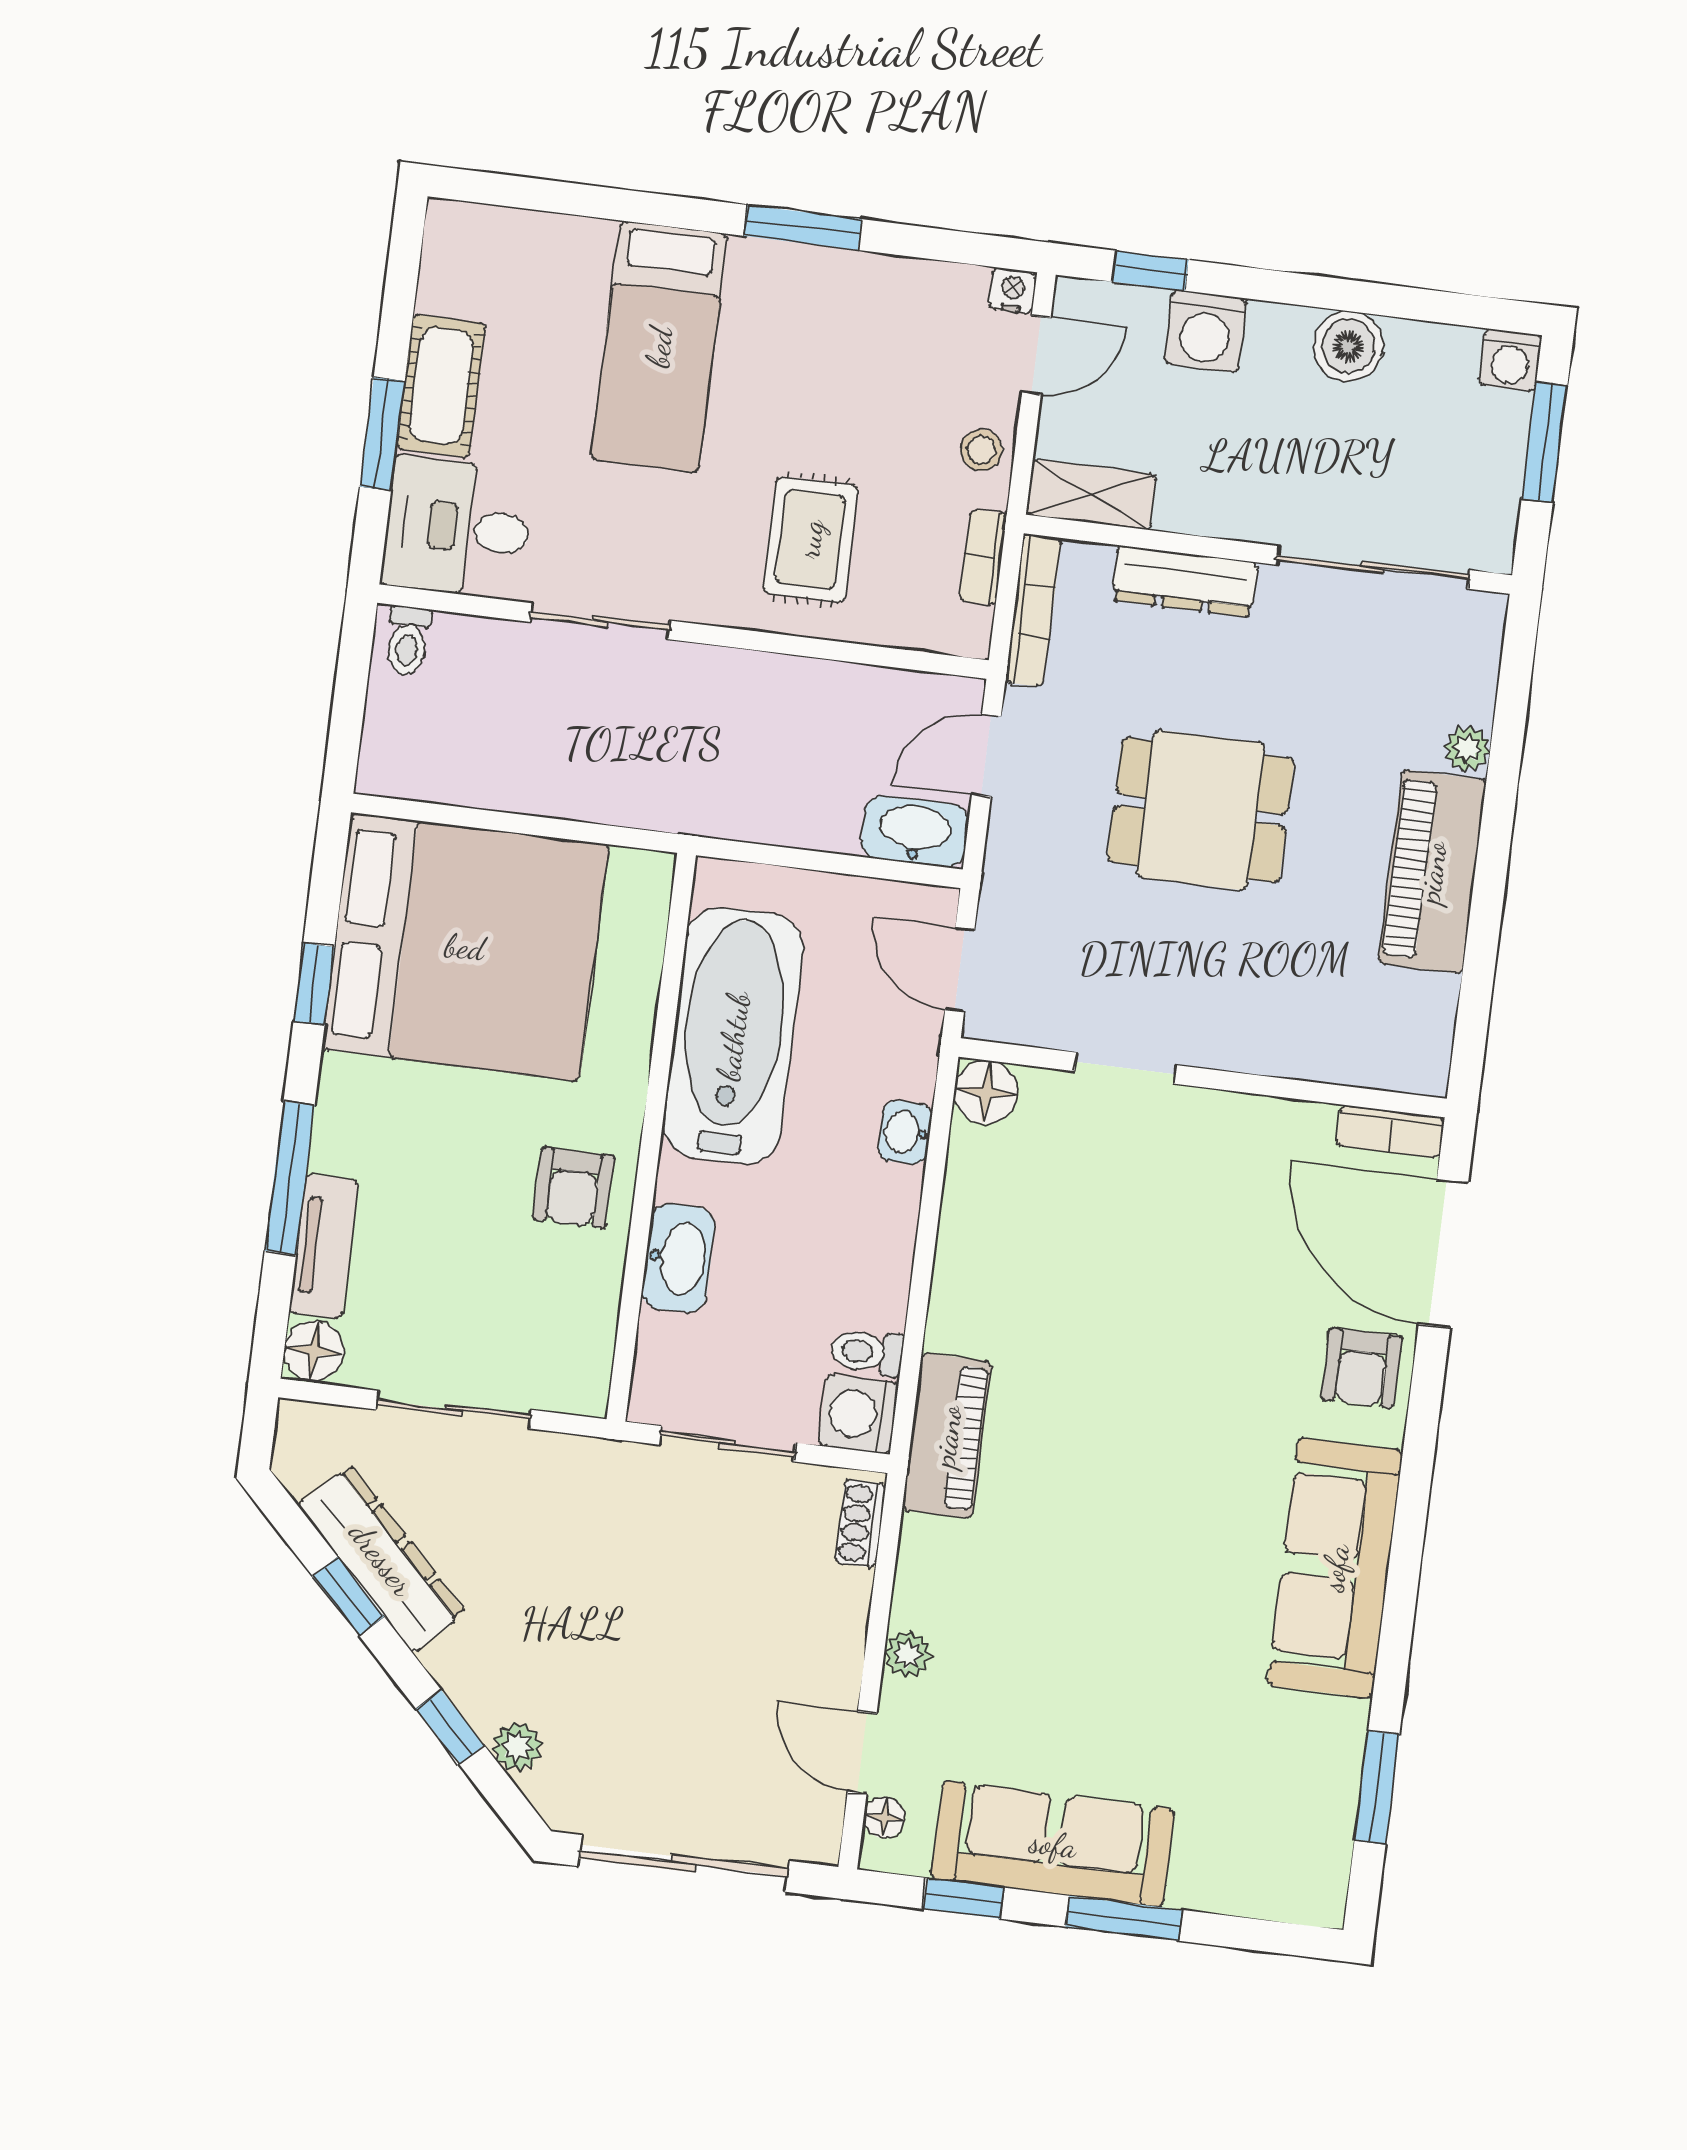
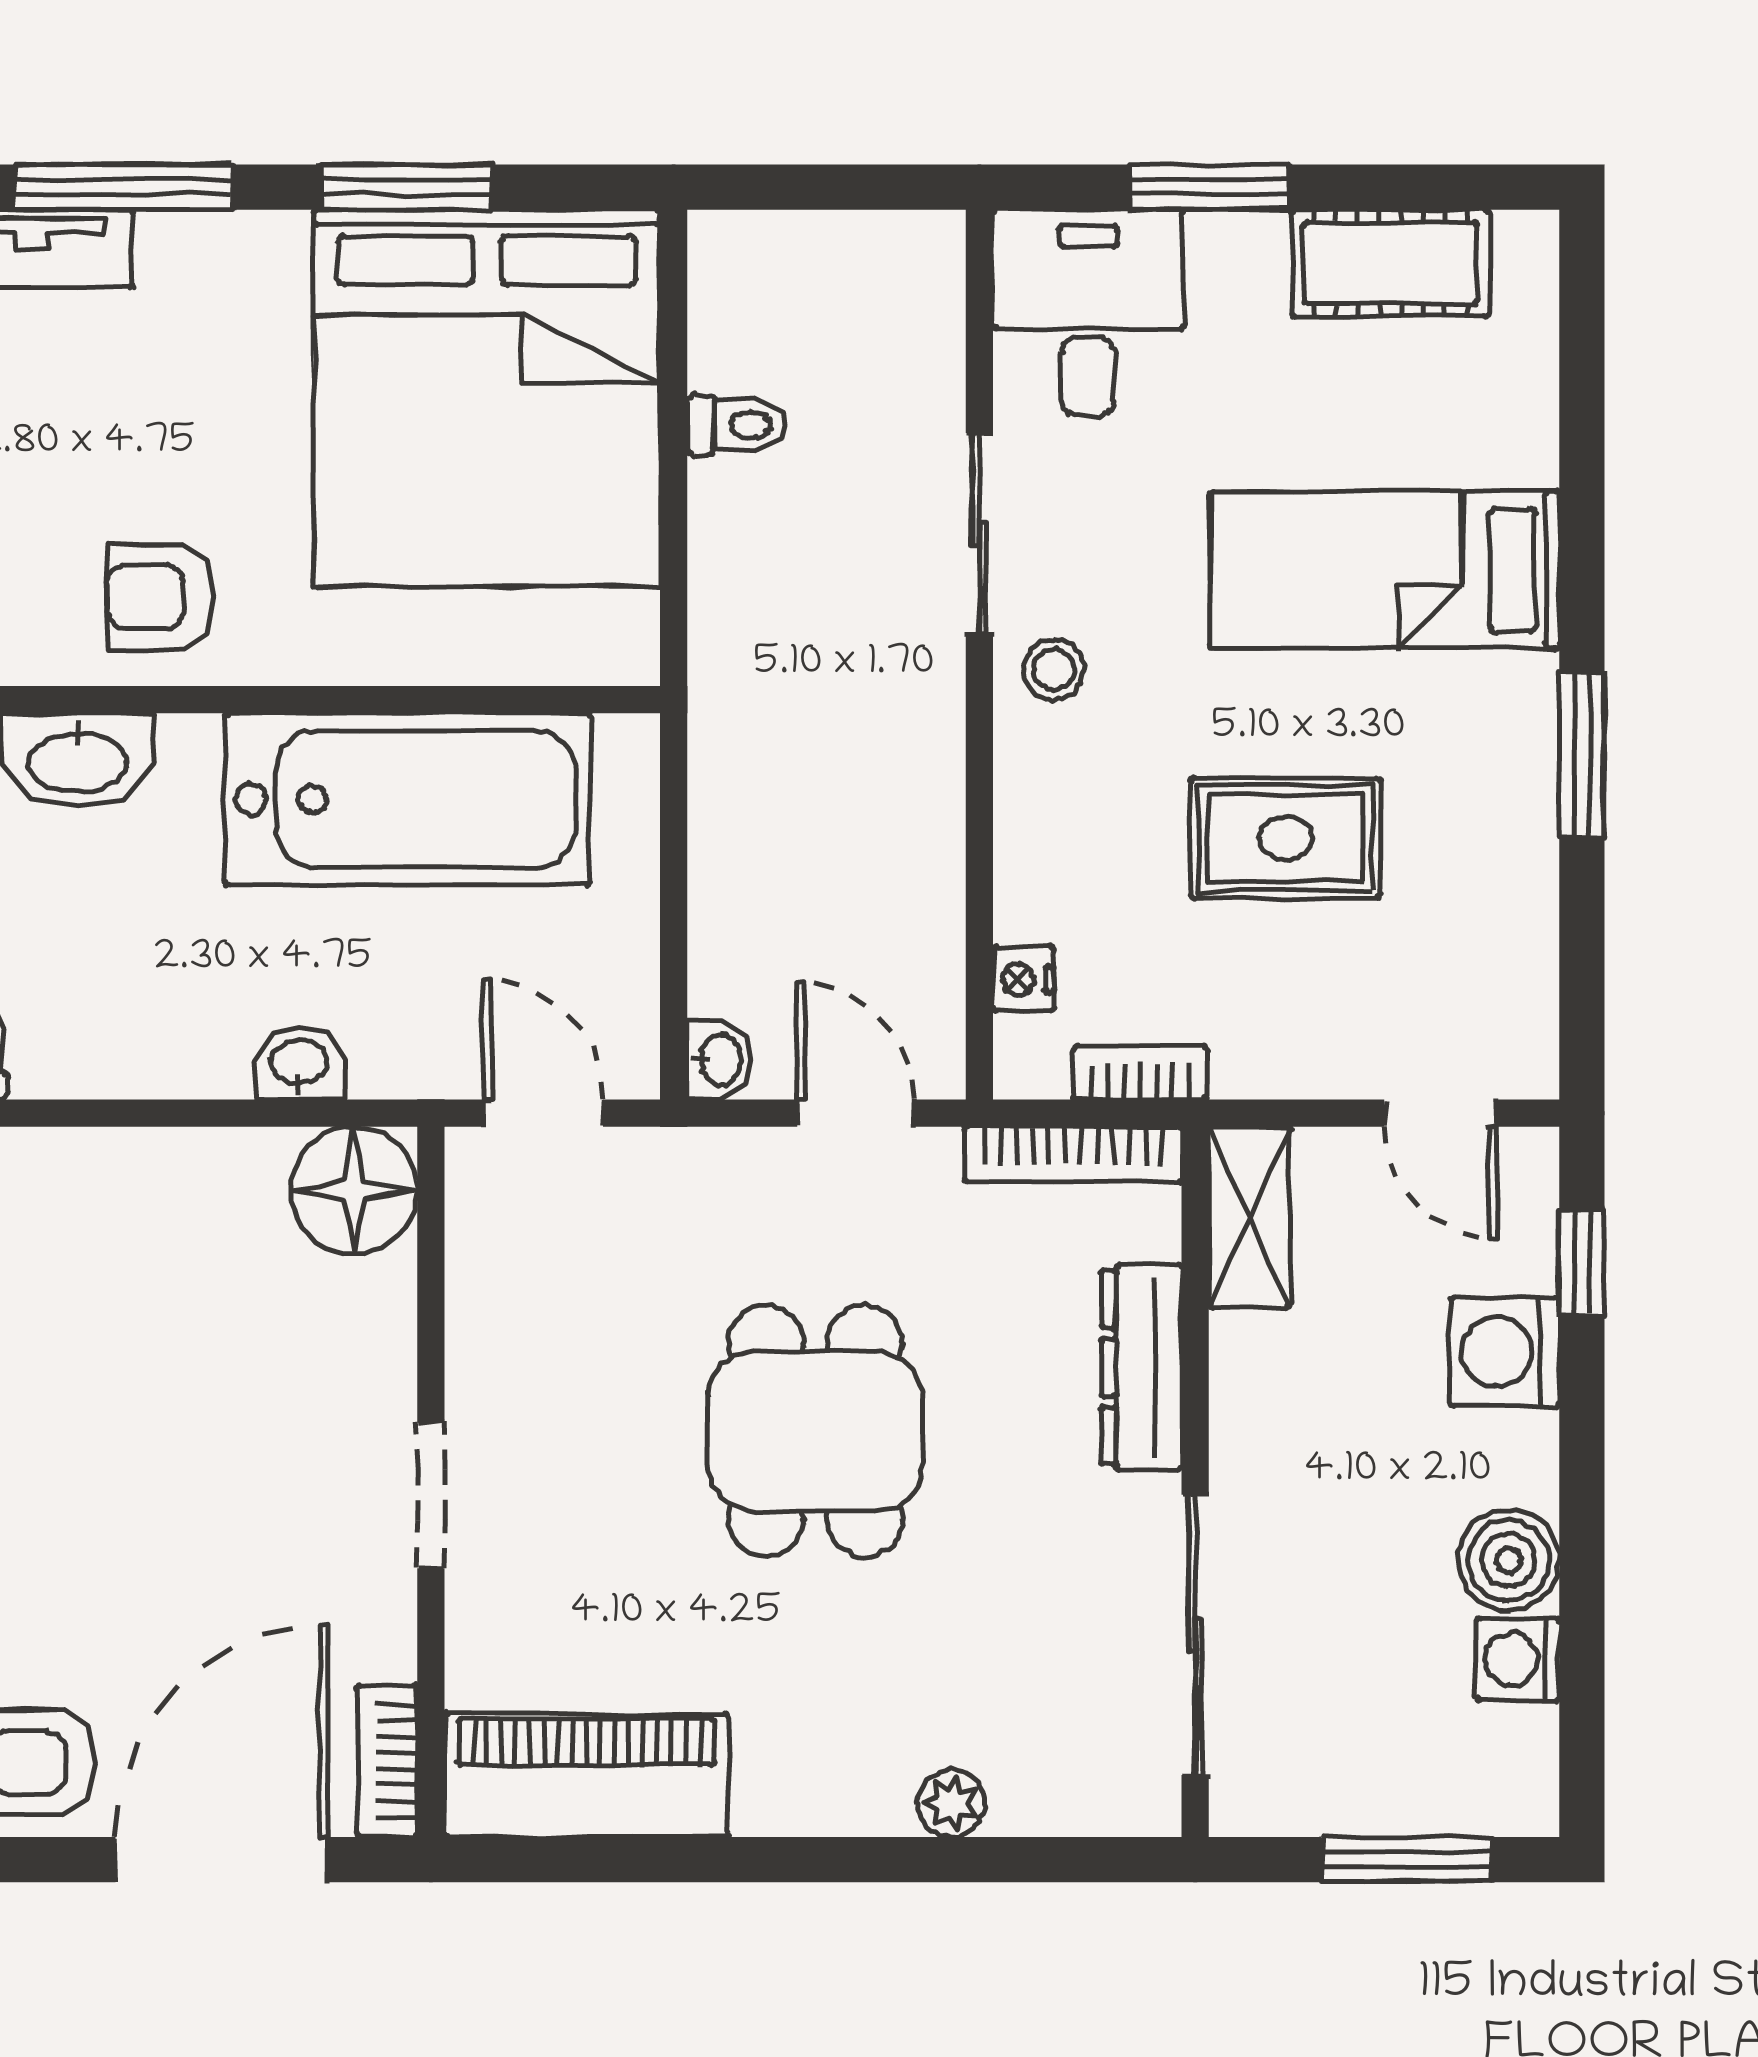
nightstand: (1013, 290) -> (1023, 979), moved, turned 180
washing machine: (1510, 360) -> (1518, 1659), moved
cot: (441, 386) -> (1390, 263), moved
stool: (981, 450) -> (1054, 669), moved
rug: (810, 539) -> (1286, 838), moved
toilet: (408, 641) -> (736, 425), moved, turned 180
washbasin: (915, 831) -> (719, 1060), width x0.52, depth x0.69
piano: (1432, 872) -> (586, 1775), moved
door: (960, 969) -> (543, 1113), hinge flipped
window: (314, 984) -> (406, 187), width x1.50
doorway: (1125, 1068) -> (431, 1495), moved
floor lamp: (986, 1092) -> (354, 1190), width x1.38, depth x1.38

